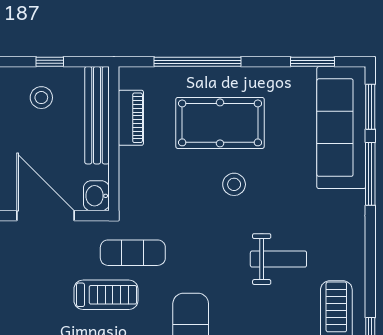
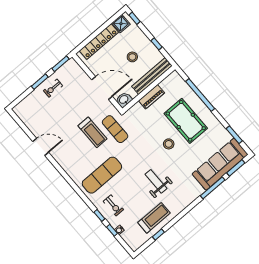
stool: (41, 98) -> (132, 57), moved
piano: (131, 118) -> (152, 97), moved
door: (46, 216) -> (102, 88), hinge flipped
weight bench: (278, 259) -> (156, 181), turned 180

